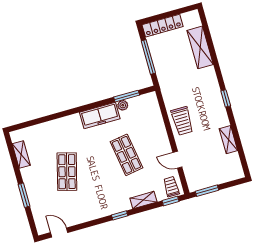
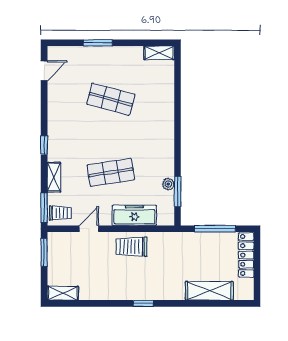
freezer: (100, 116) -> (134, 215), moved, turned 90
shelving: (228, 140) -> (63, 293), moved
shelving: (21, 154) -> (159, 53), moved
window: (171, 201) -> (44, 208), width x1.50

